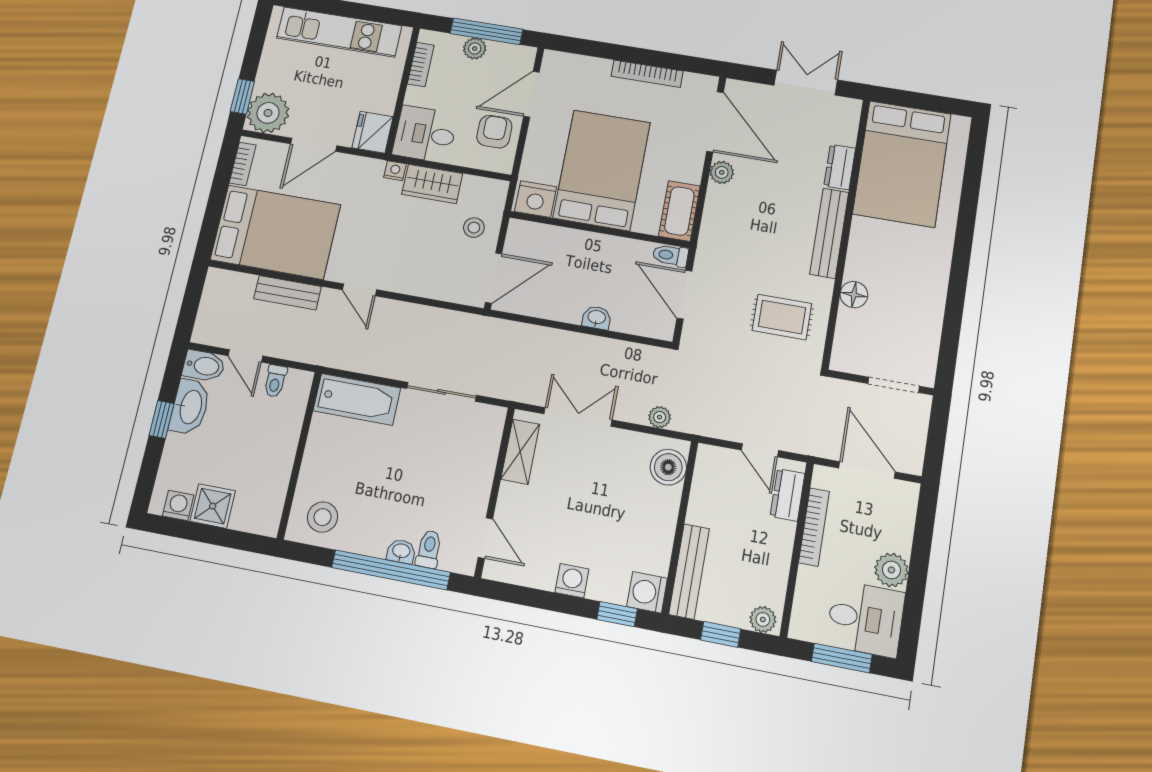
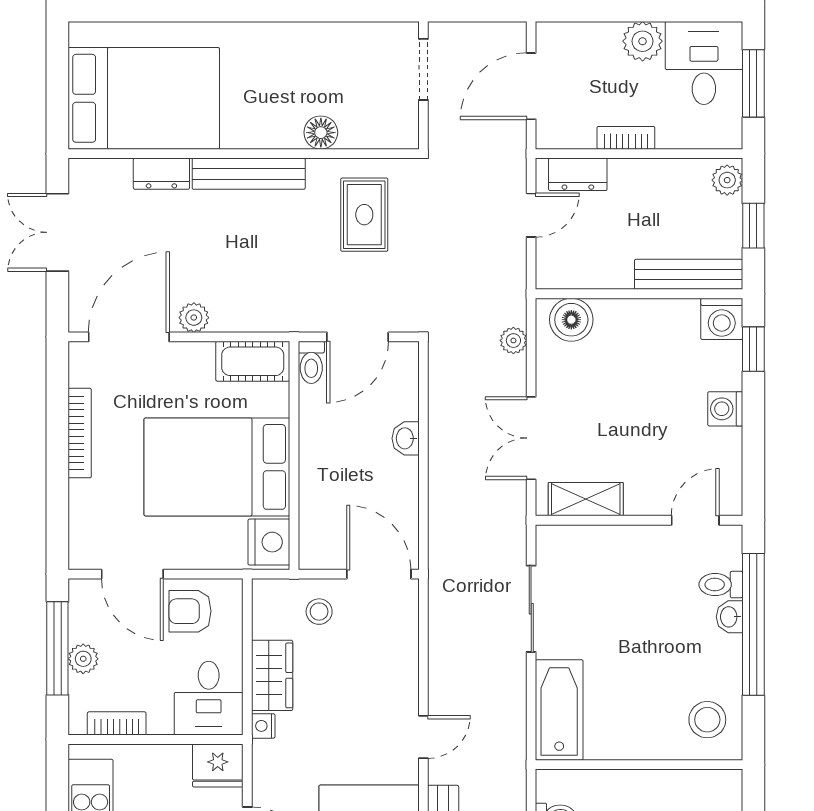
bookcase: (814, 527) -> (626, 138), width x0.64

